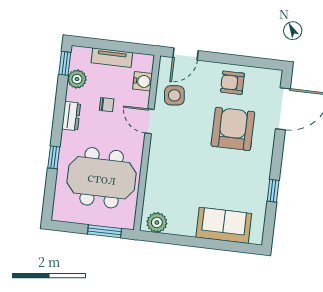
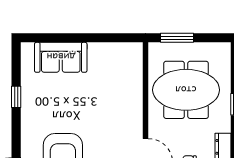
plant: (157, 223) -> (127, 52), removed

